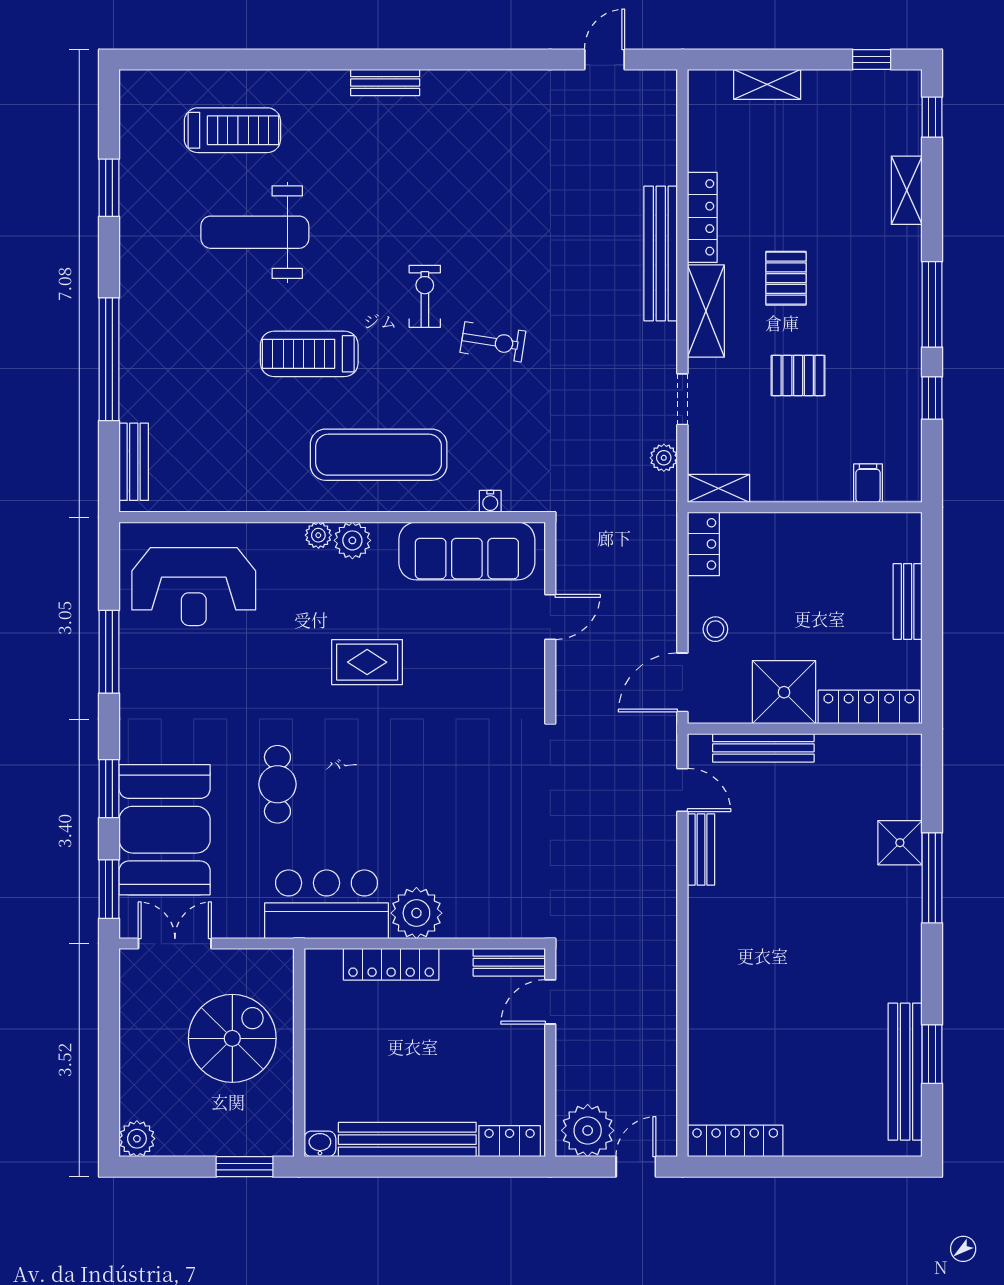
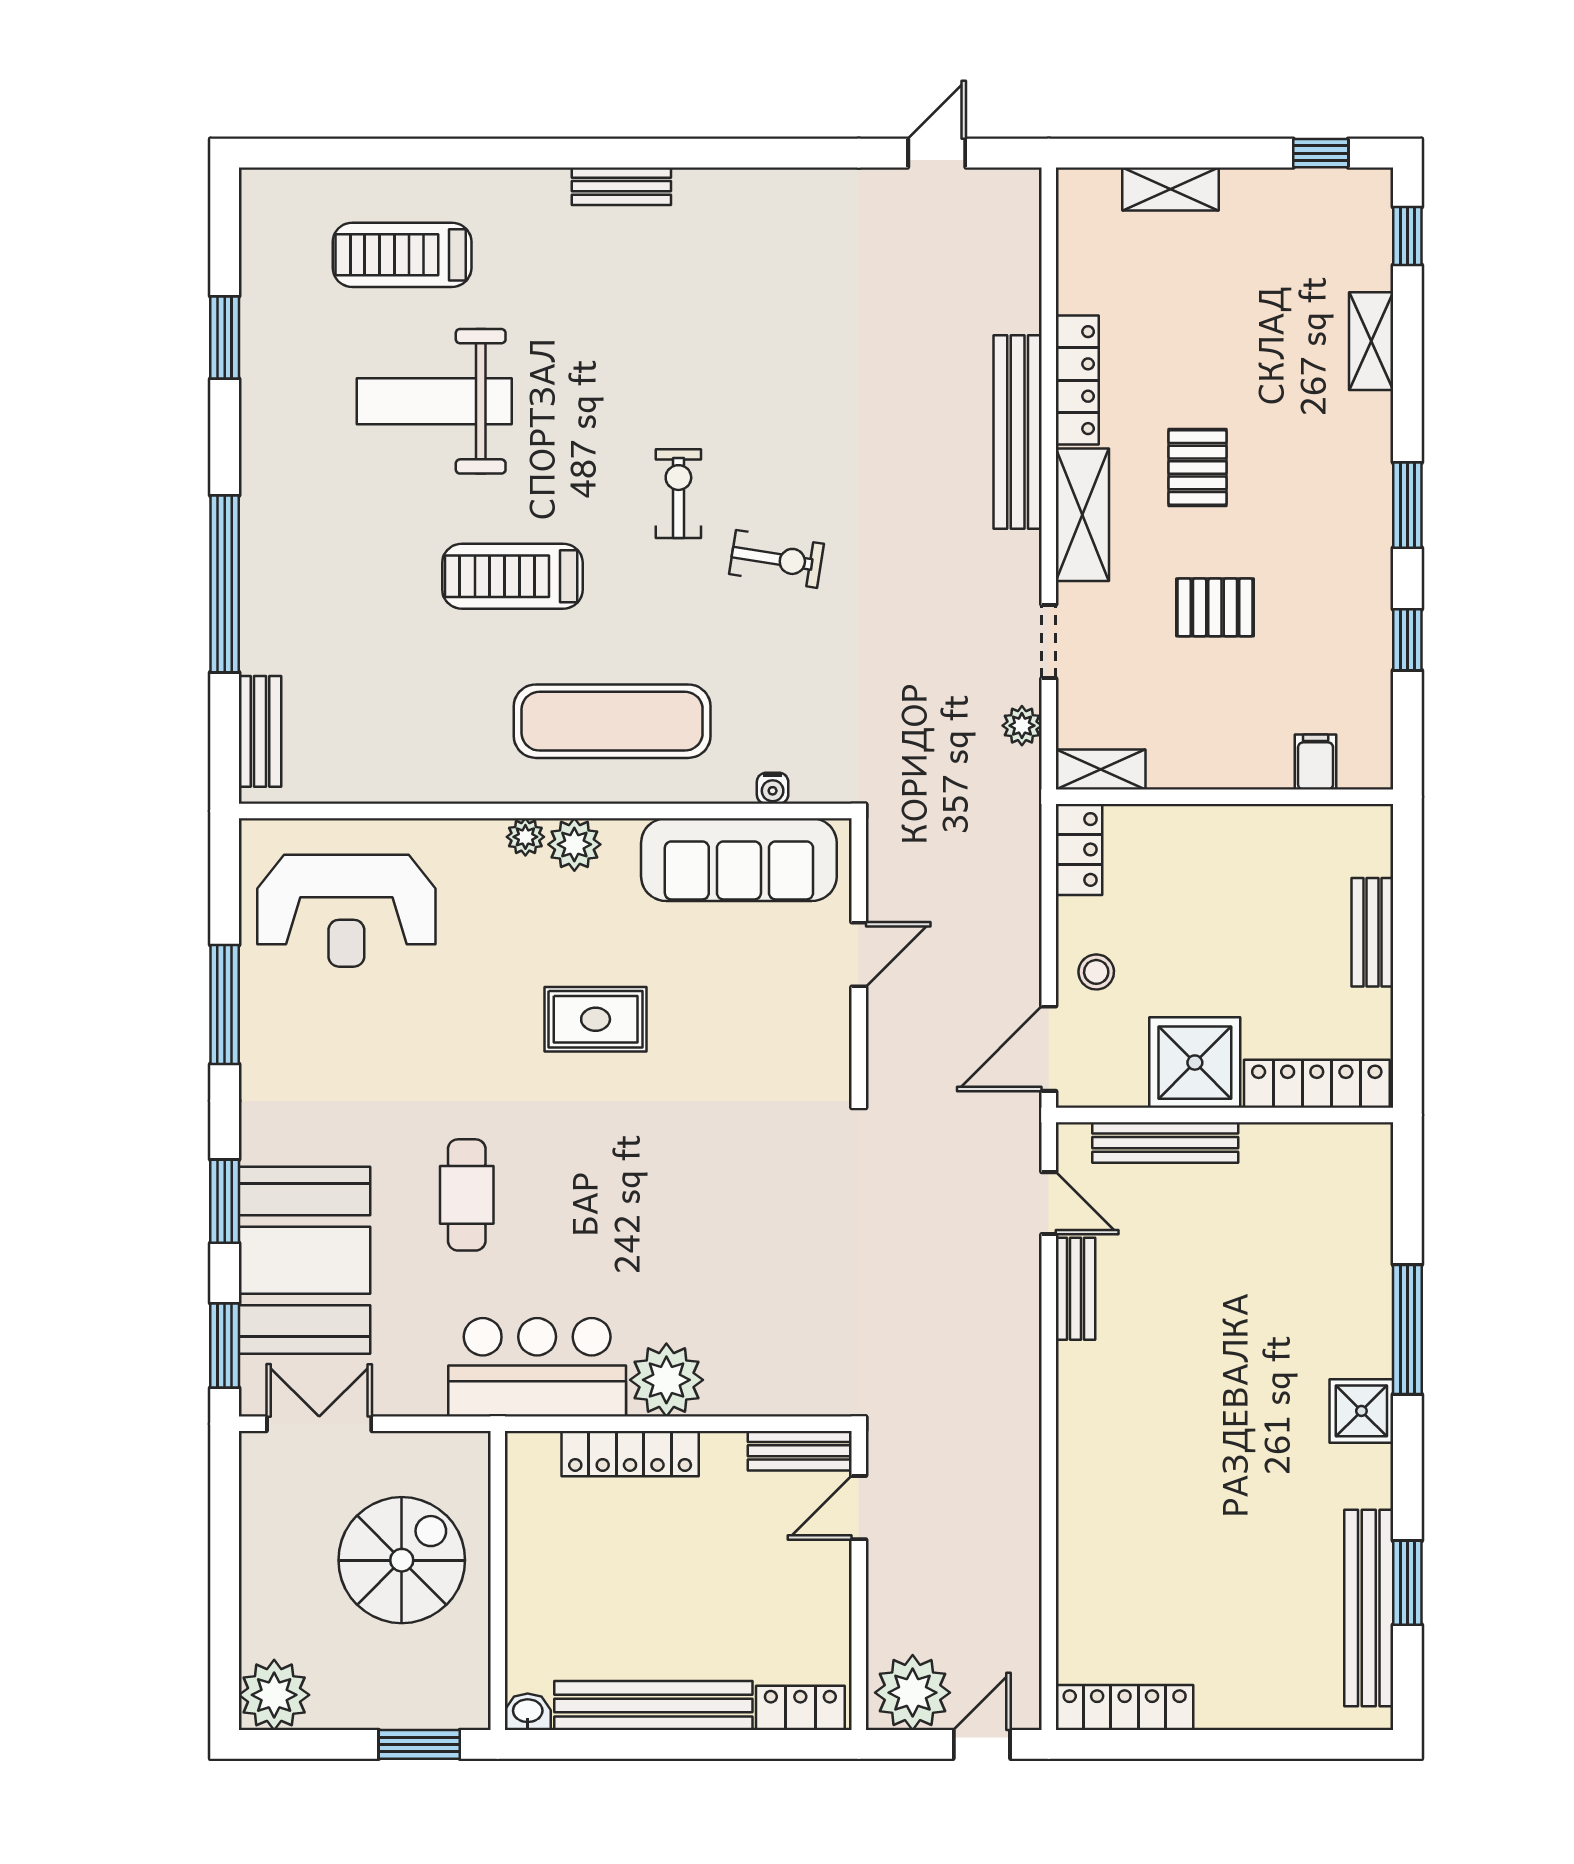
treadmill: (232, 130) -> (402, 255), turned 180
window: (932, 304) -> (1407, 505), width x0.69
shower: (900, 843) -> (1361, 1411), moved
plant: (137, 1139) -> (274, 1695), width x1.36, depth x1.36

